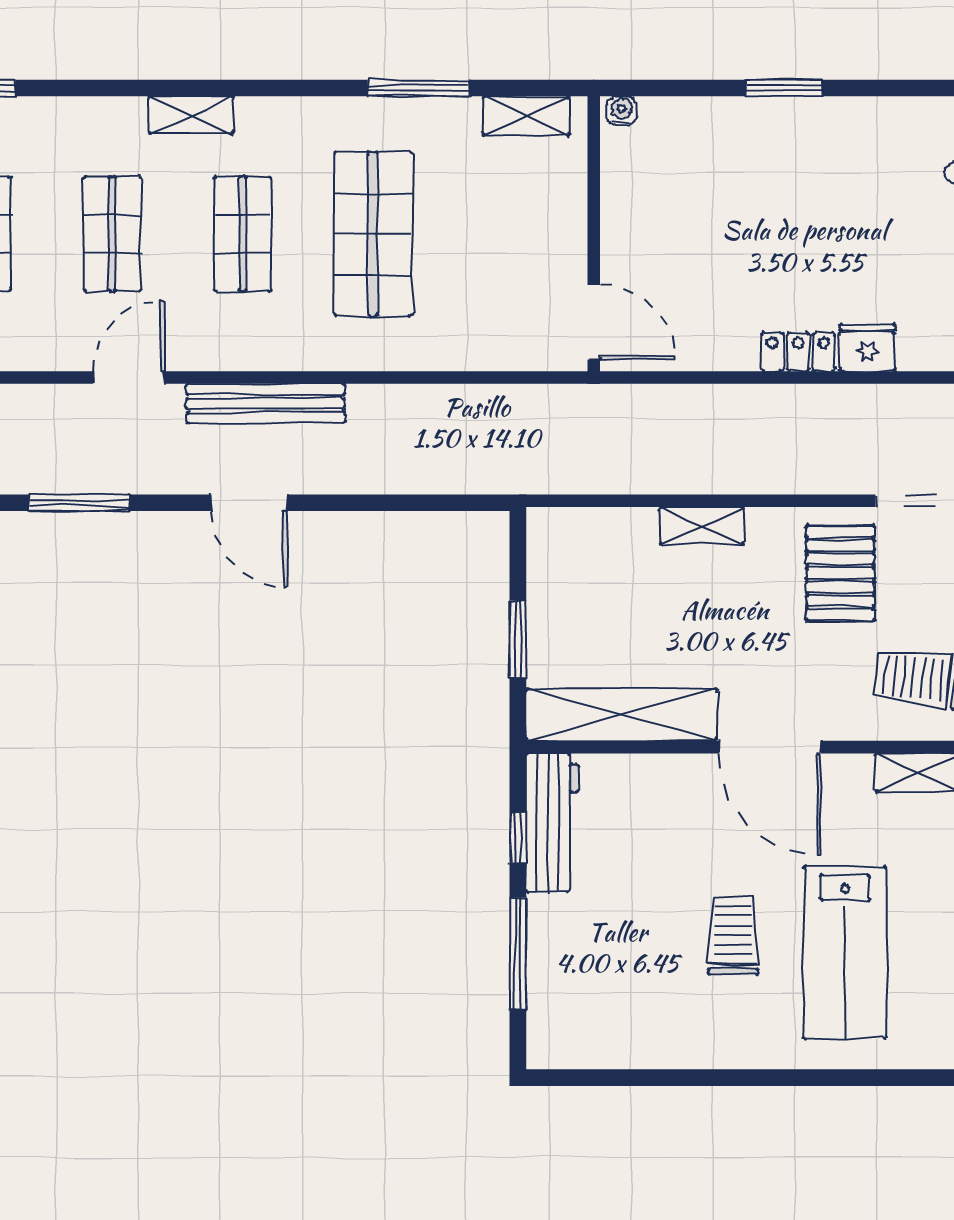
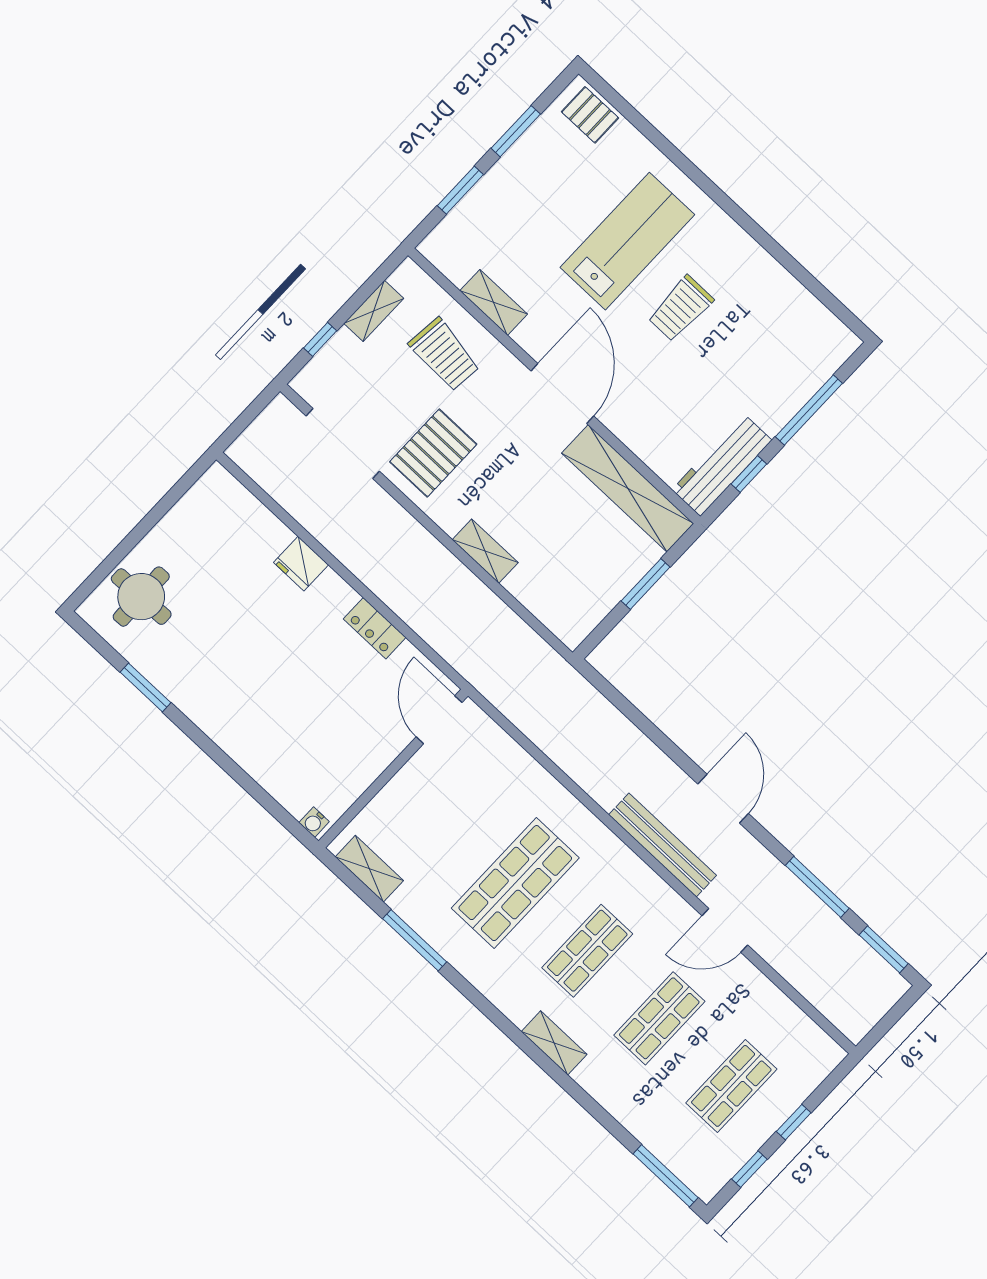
window: (784, 88) -> (146, 687), moved
locker: (798, 352) -> (375, 628), moved

